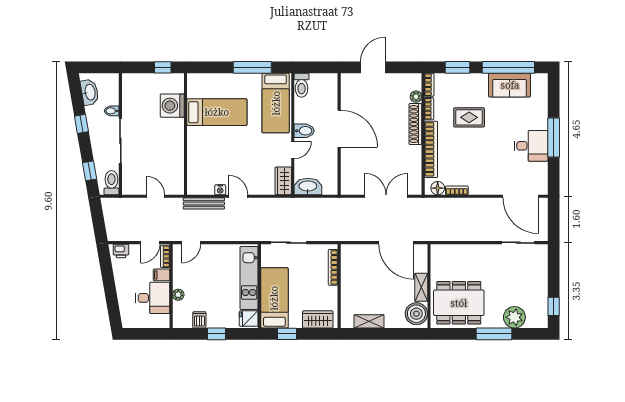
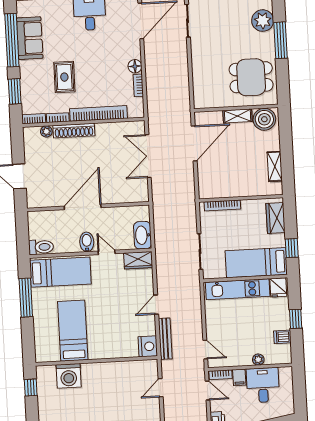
floor lamp: (438, 188) -> (135, 66), moved
nightstand: (220, 190) -> (148, 346), moved, width x1.89, depth x1.79
dining table: (459, 303) -> (251, 77), width x0.73

